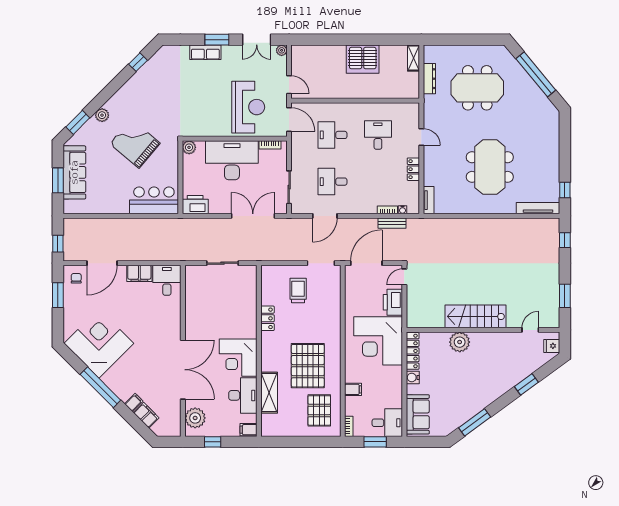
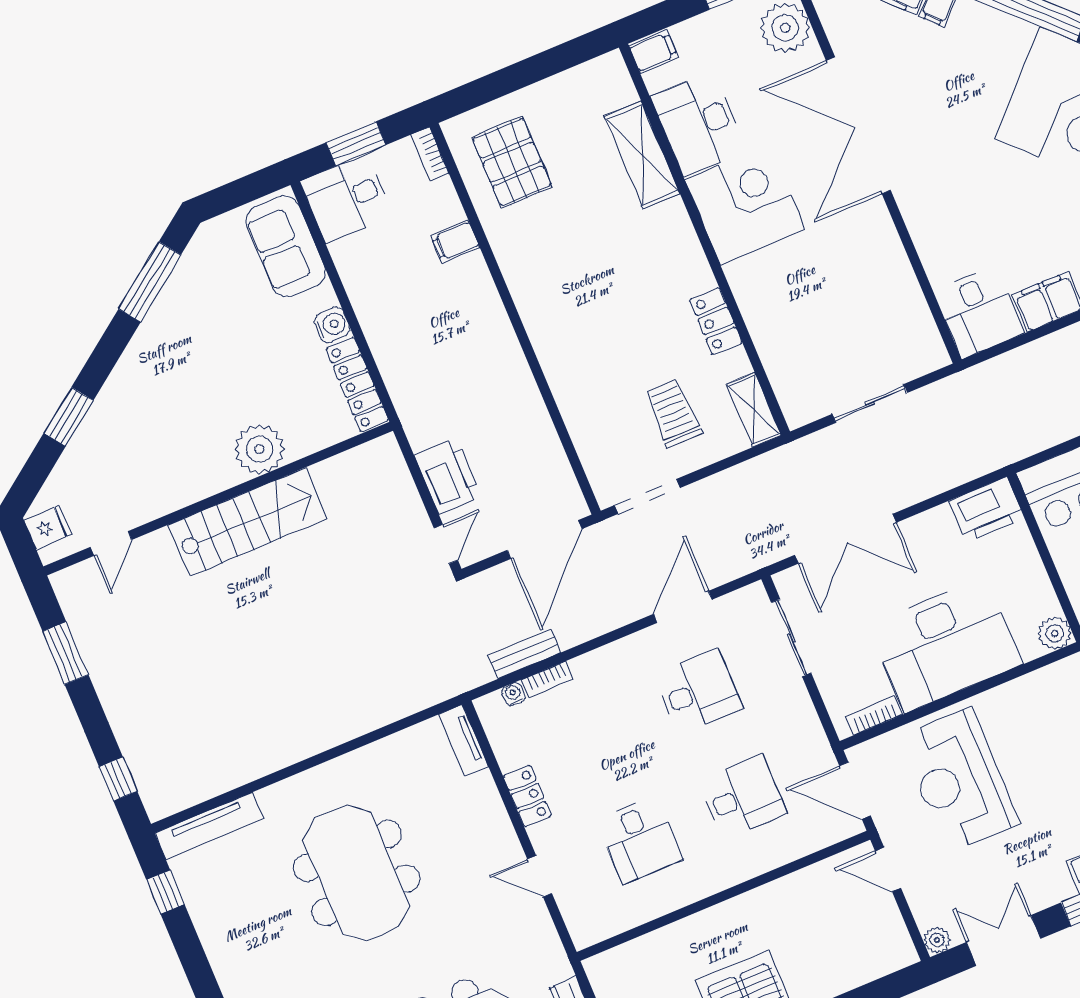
shelving: (267, 279) -> (754, 410), added
trolley: (298, 290) -> (673, 413), turned 180
corner desk: (378, 341) -> (445, 375), removed
pallet: (308, 366) -> (580, 252), removed

